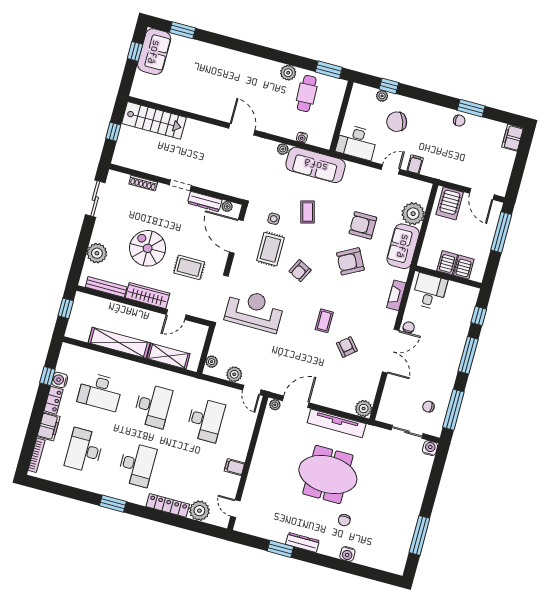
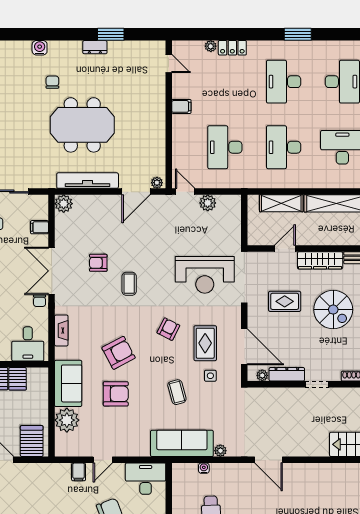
armchair: (347, 347) -> (98, 263), turned 130
plant: (212, 362) -> (235, 210), removed
filing cabinet: (391, 393) -> (40, 227), added
locker: (168, 505) -> (232, 48), width x0.66
plant: (199, 511) -> (211, 46), width x0.53, depth x0.53
dresser: (302, 542) -> (95, 47), width x0.70

